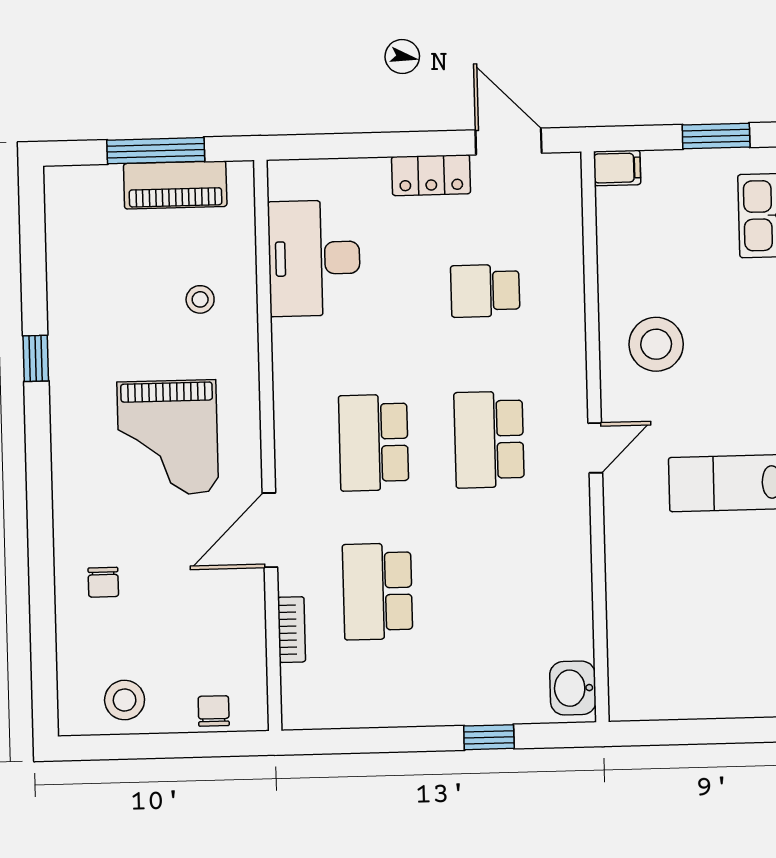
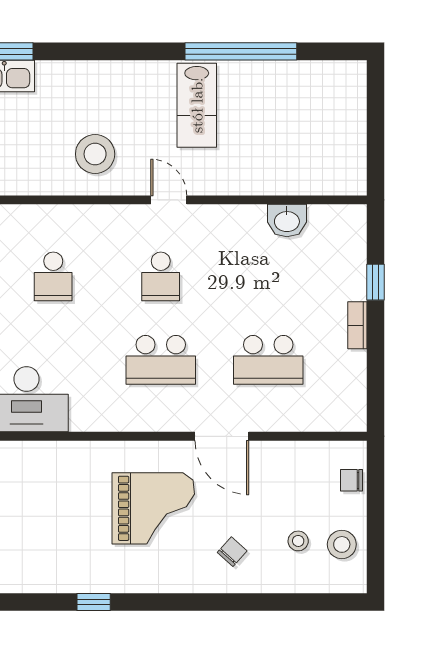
stool: (200, 299) -> (298, 541), moved
school desk: (489, 440) -> (161, 276), width x0.54
chair: (103, 582) -> (232, 552), moved, turned -48
bookcase: (292, 630) -> (357, 325), moved, turned -90
washbasin: (573, 688) -> (287, 221), moved

